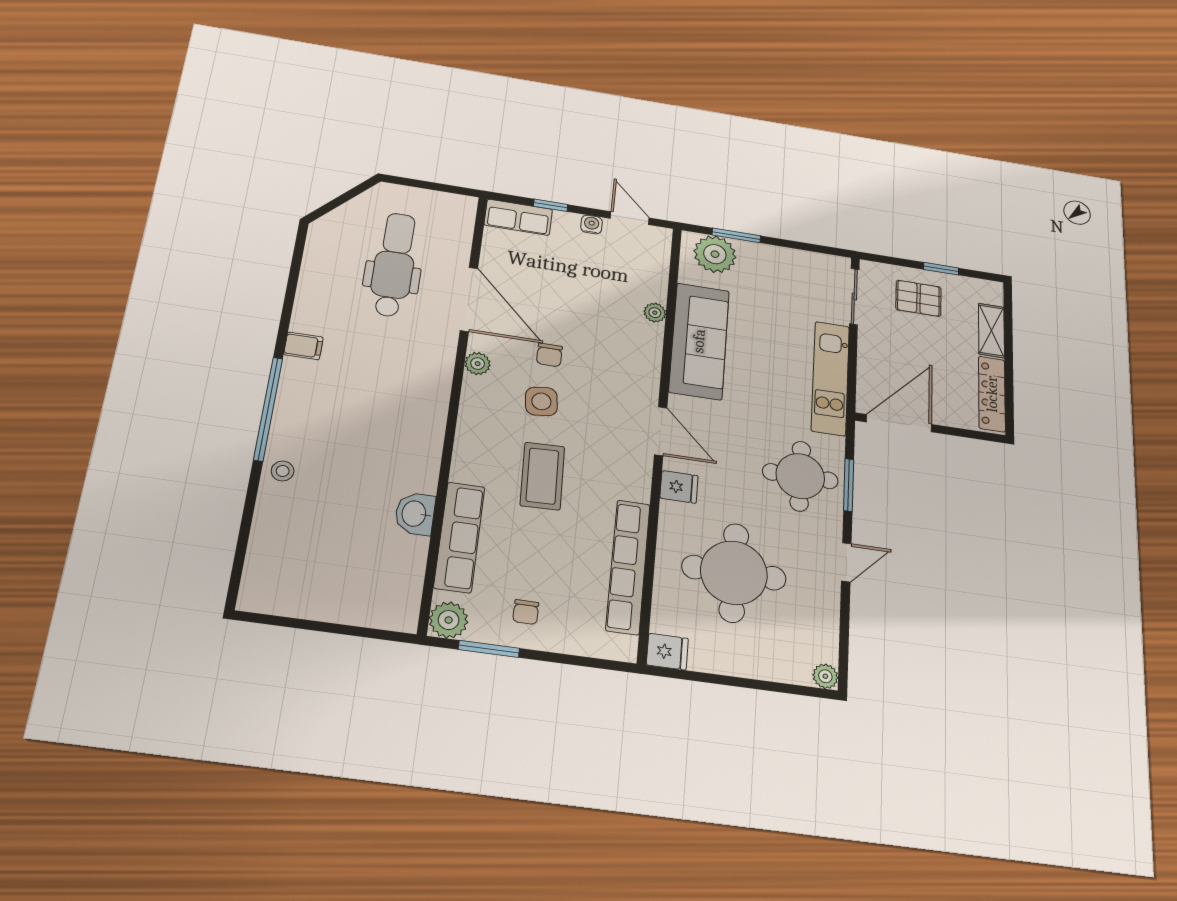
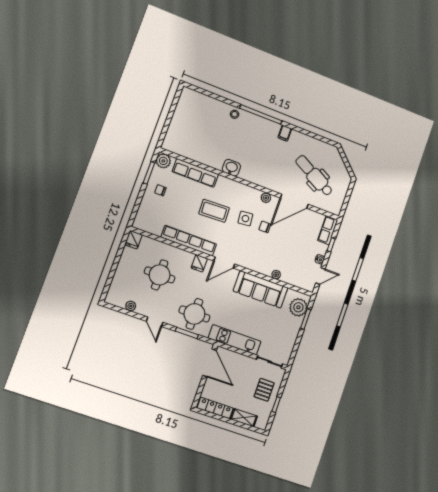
dental chair: (394, 264) -> (314, 176), turned -152
washbasin: (415, 514) -> (231, 168), moved
row of seats: (628, 567) -> (189, 241), moved
round table: (734, 573) -> (160, 275), width x0.73, depth x0.73
plant: (825, 676) -> (131, 306), moved

